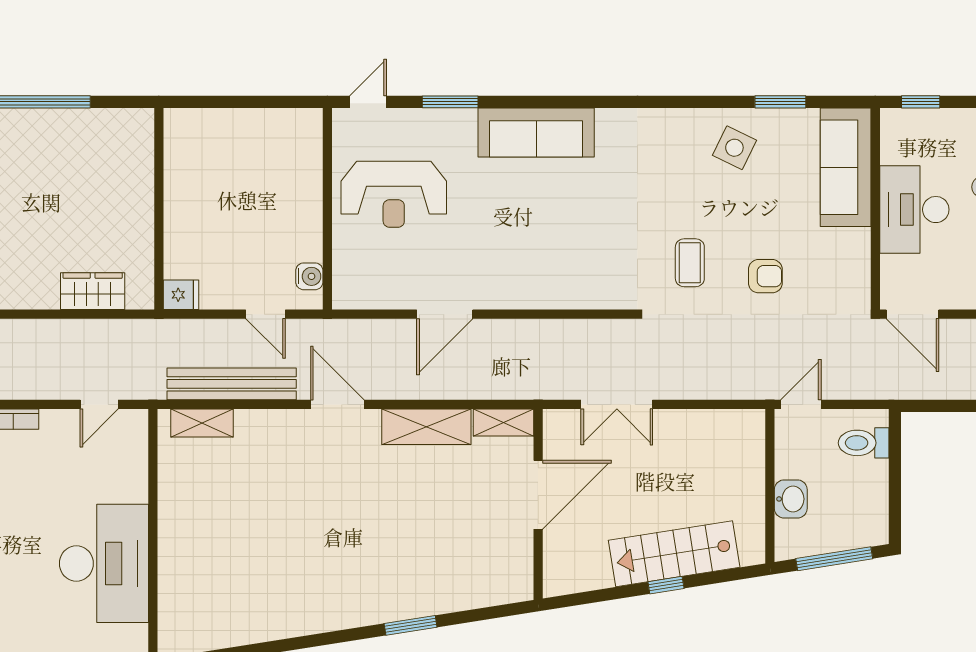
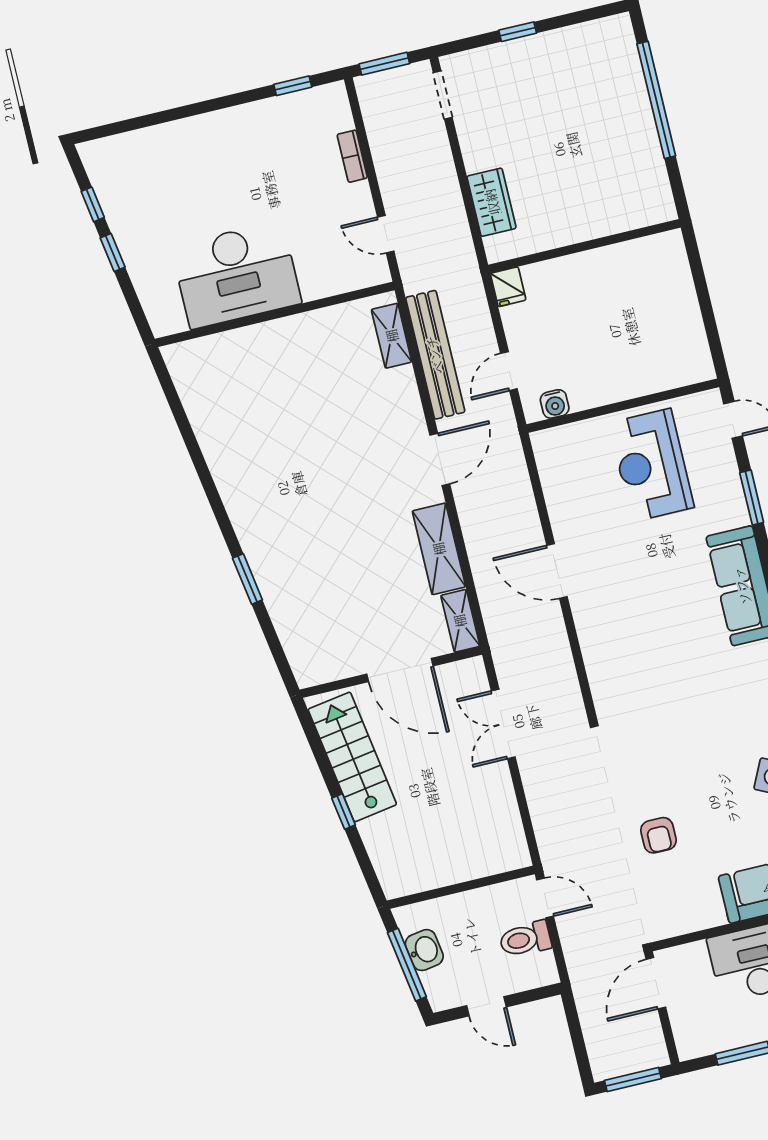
coffee table: (690, 263) -> (654, 761), removed
door: (445, 314) -> (557, 571), moved
toilet: (864, 443) -> (525, 939), moved, turned -90
door: (895, 489) -> (486, 1006), added
washbasin: (791, 499) -> (424, 950), moved, turned -99
stairs: (674, 554) -> (352, 757), moved

